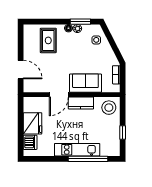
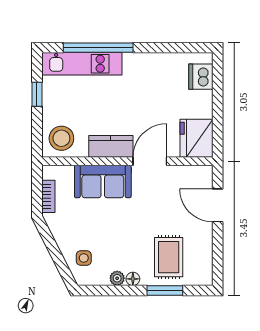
window: (80, 22) -> (165, 290), moved
fridge: (33, 123) -> (197, 138), moved
kitchen unit: (77, 150) -> (82, 64), moved

